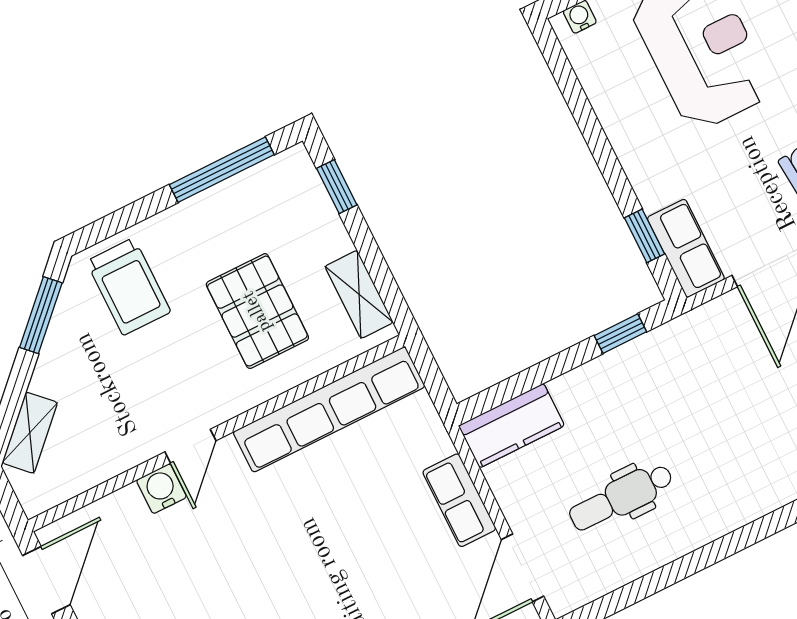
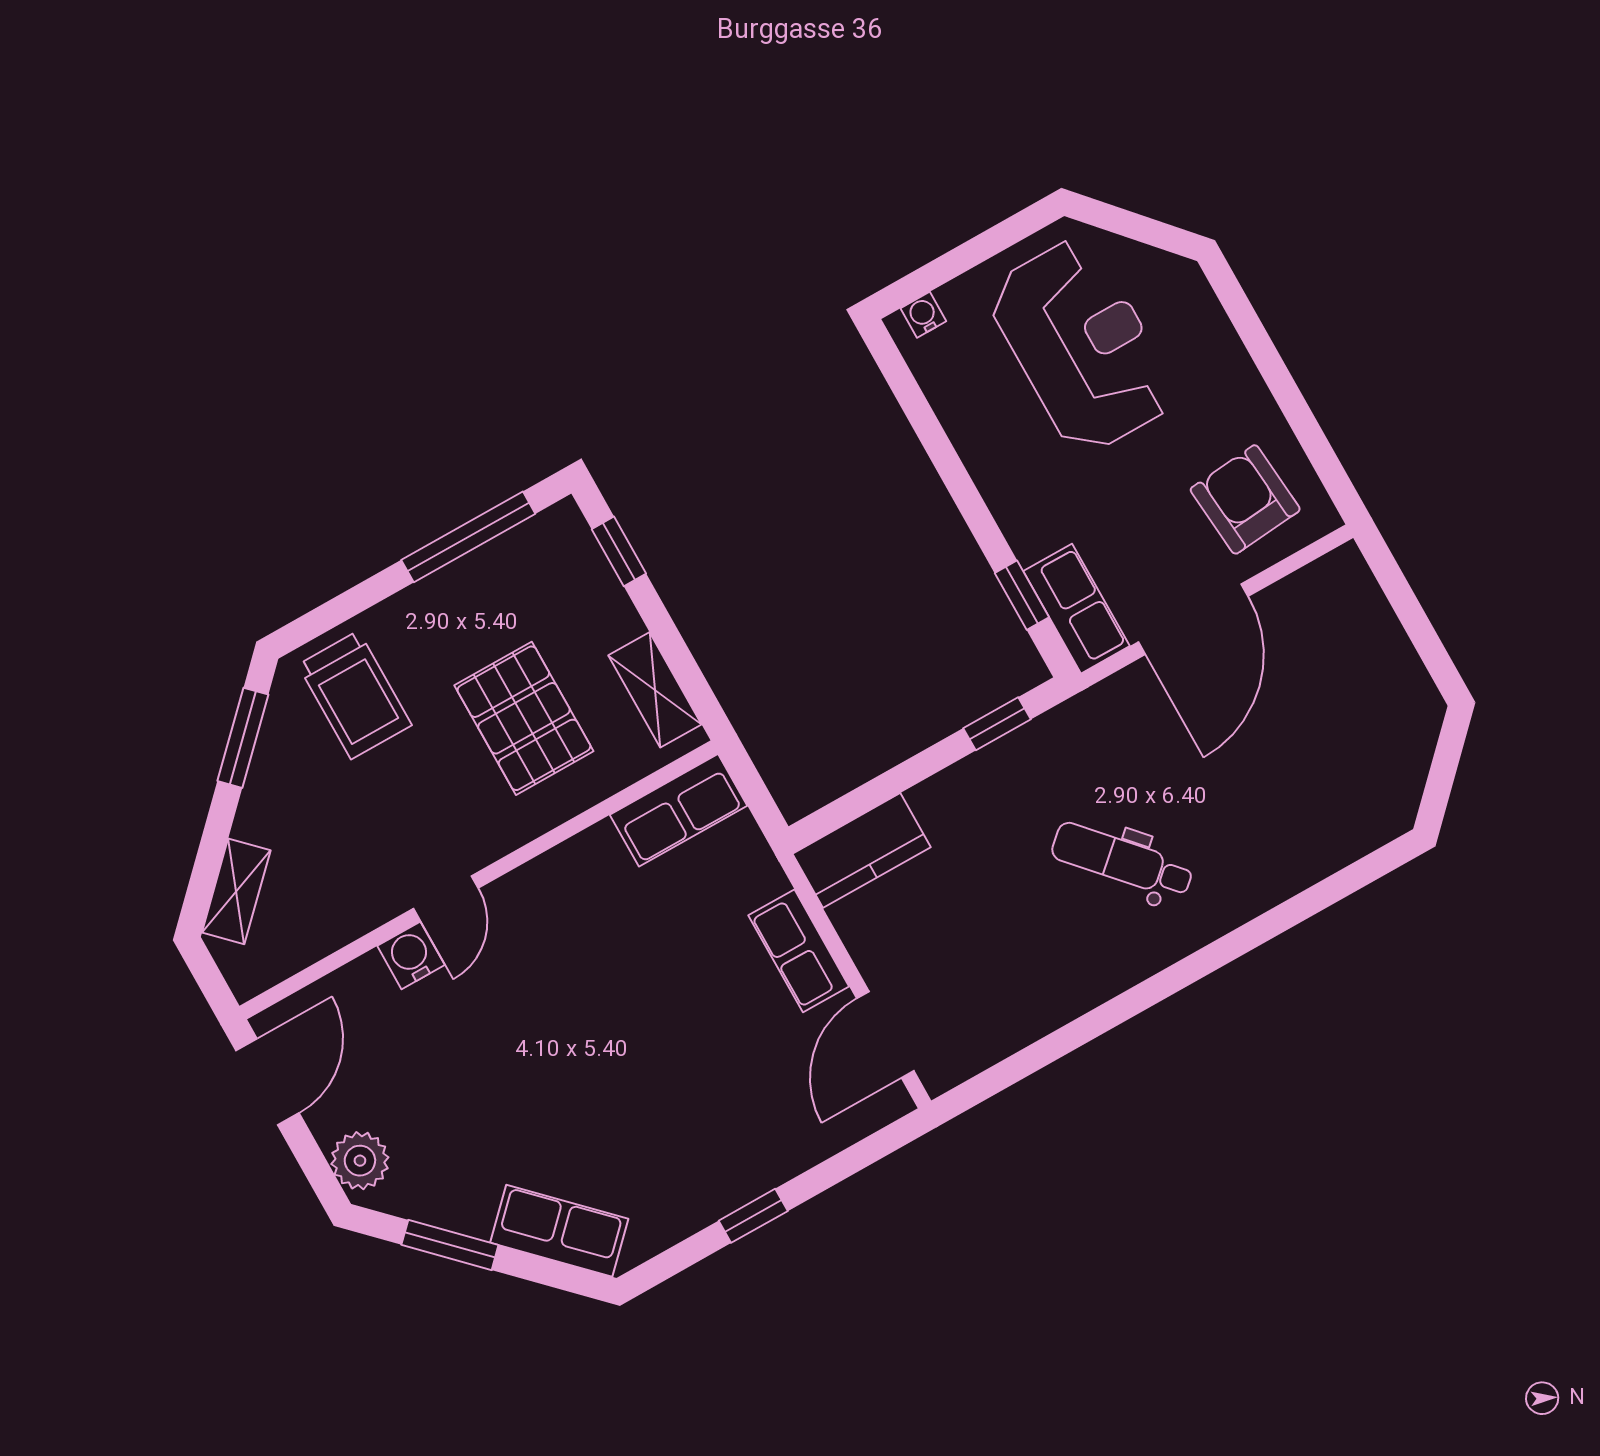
row of seats: (329, 409) -> (679, 810), width x0.50
dental chair: (621, 497) -> (1122, 861), moved, turned 48

